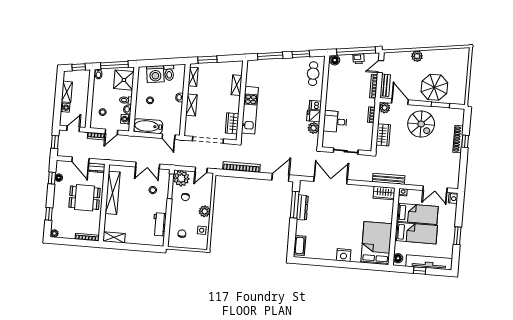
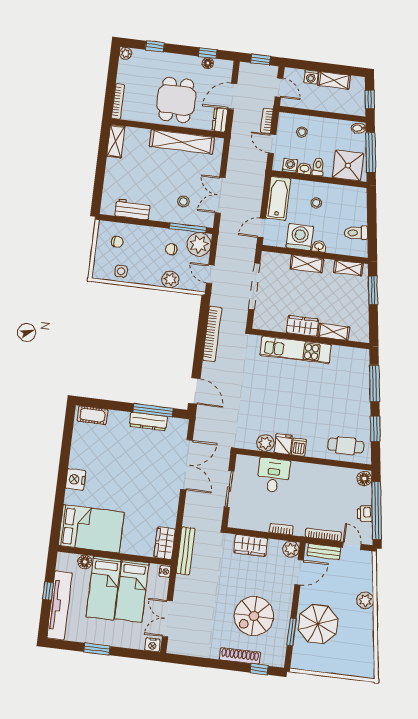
washing machine: (155, 74) -> (300, 237), moved, turned 98
wardrobe: (232, 123) -> (303, 326), moved
spiral stairs: (421, 124) -> (254, 616), moved
window: (465, 141) -> (259, 669), moved
plant: (205, 211) -> (170, 279), moved
floor lamp: (398, 258) -> (85, 562), moved

